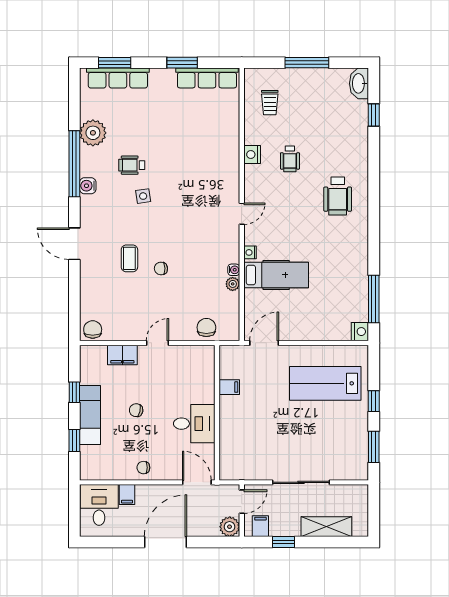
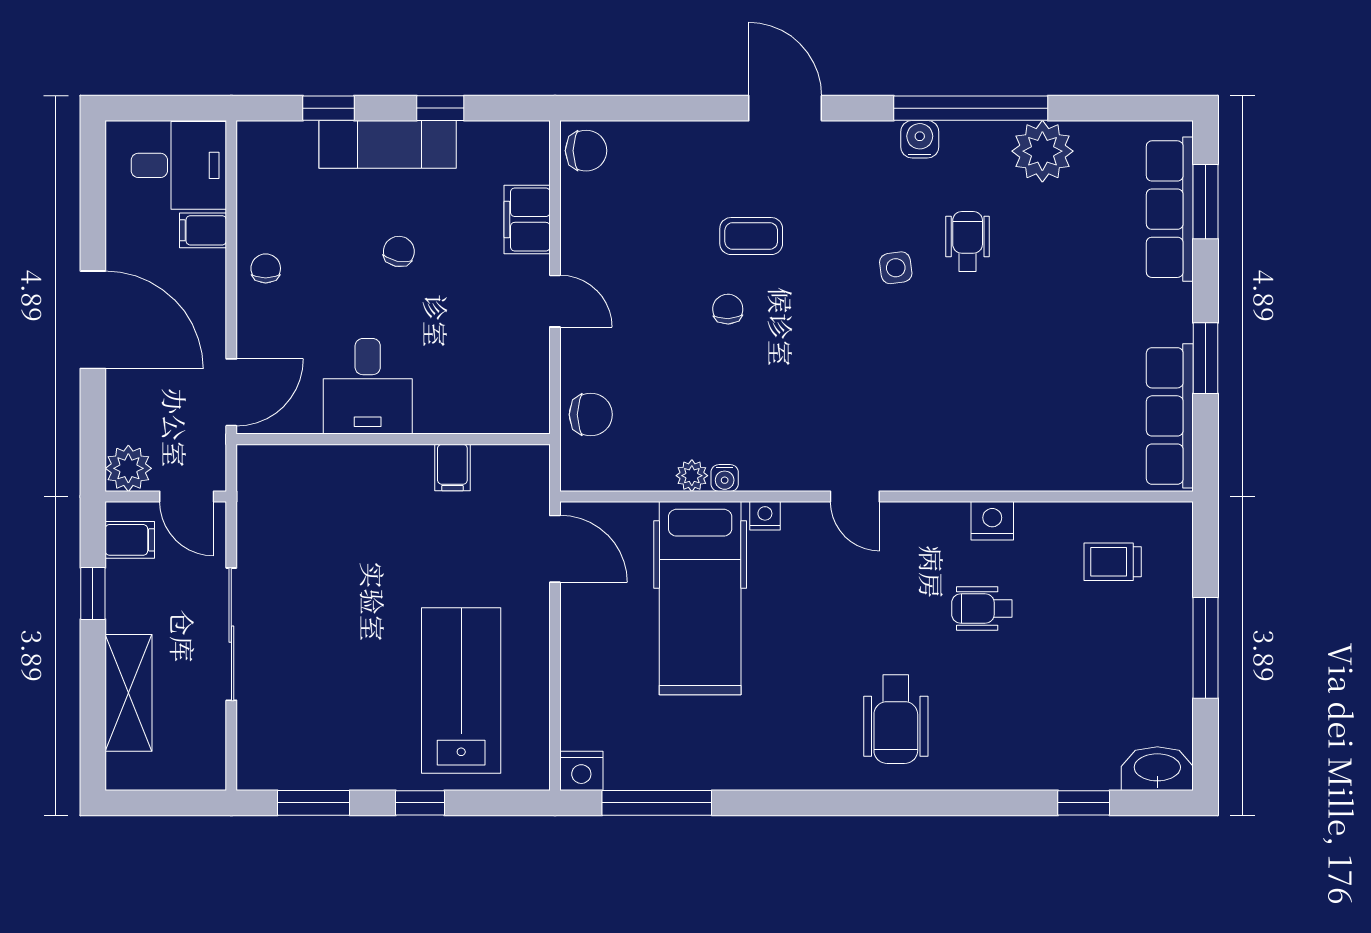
wheelchair: (338, 196) -> (896, 719), turned -90
door: (74, 244) -> (785, 108), hinge flipped
hospital bed: (276, 275) -> (700, 598), width x1.37, depth x1.29

